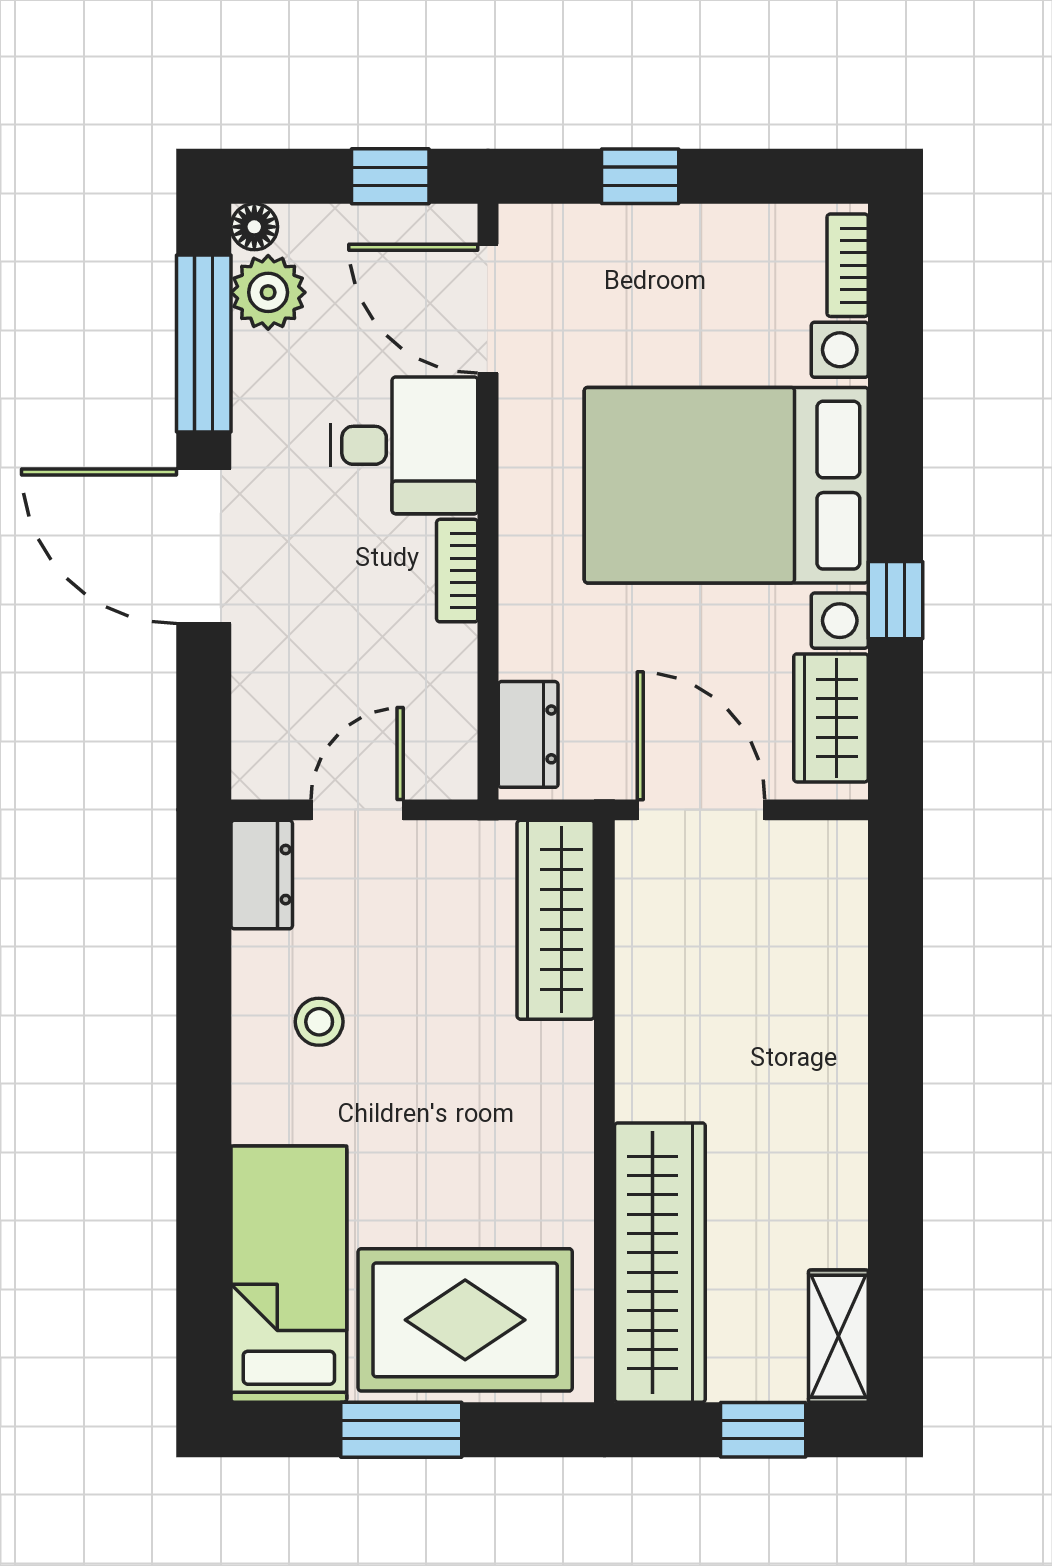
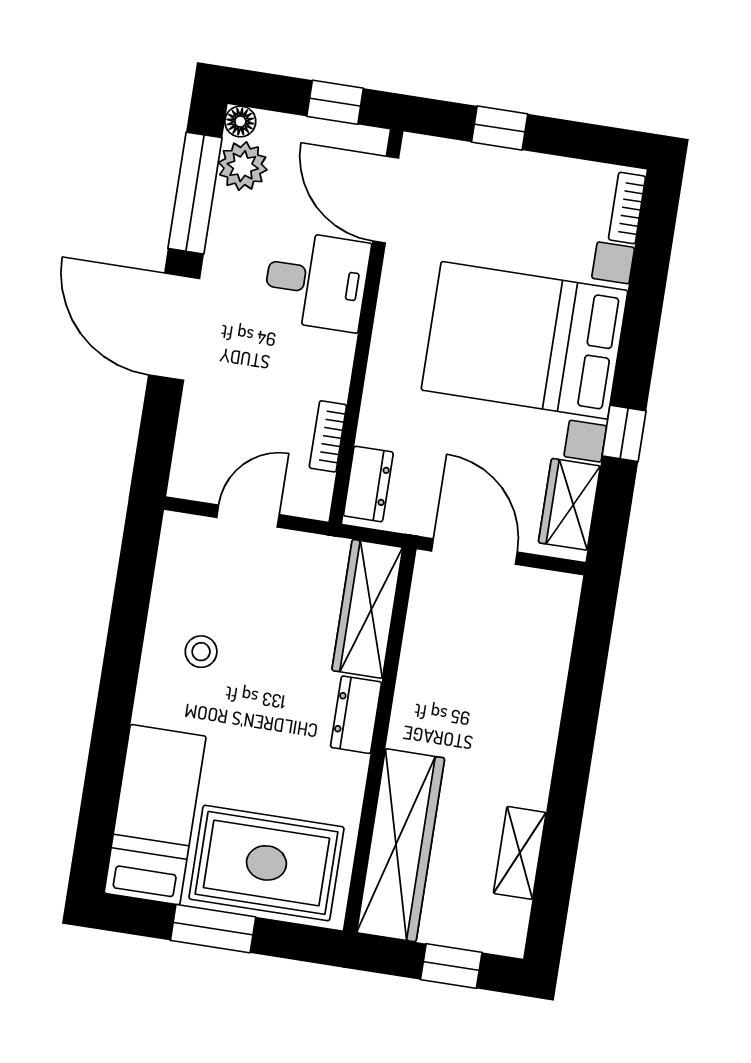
bookcase: (457, 571) -> (328, 436), moved
dresser: (262, 875) -> (356, 715), moved, turned 180
shelving: (838, 1336) -> (520, 853), moved

